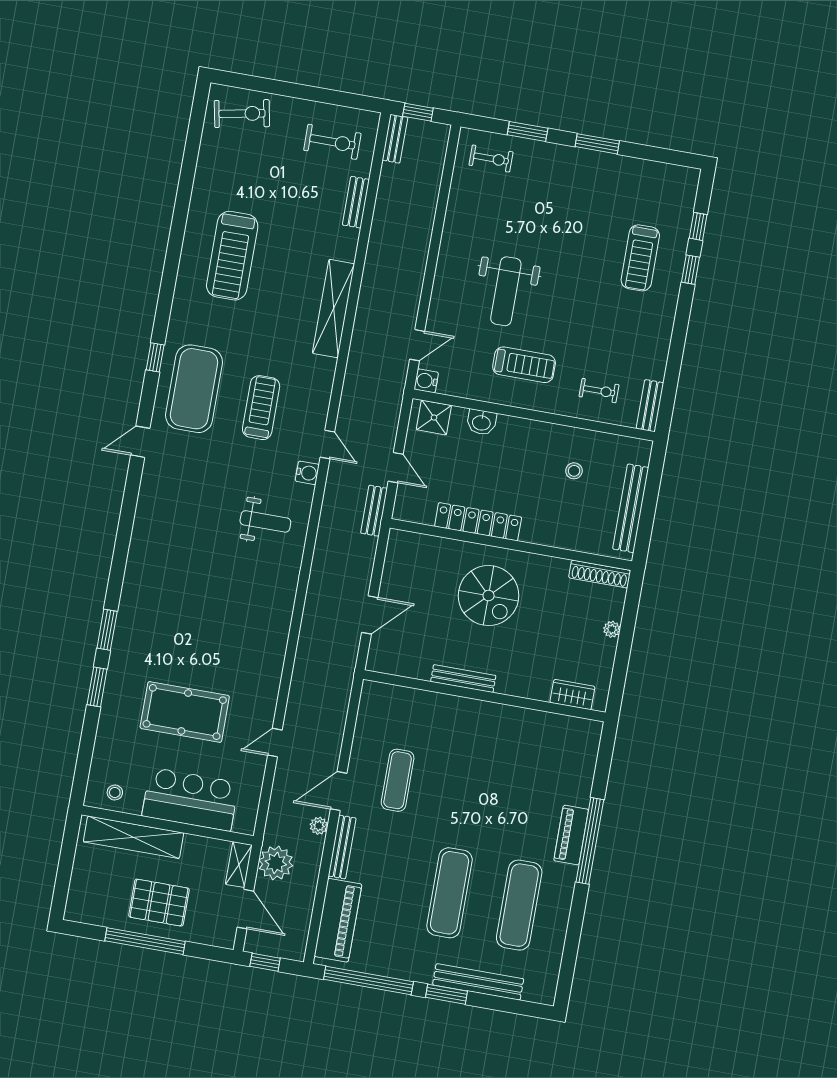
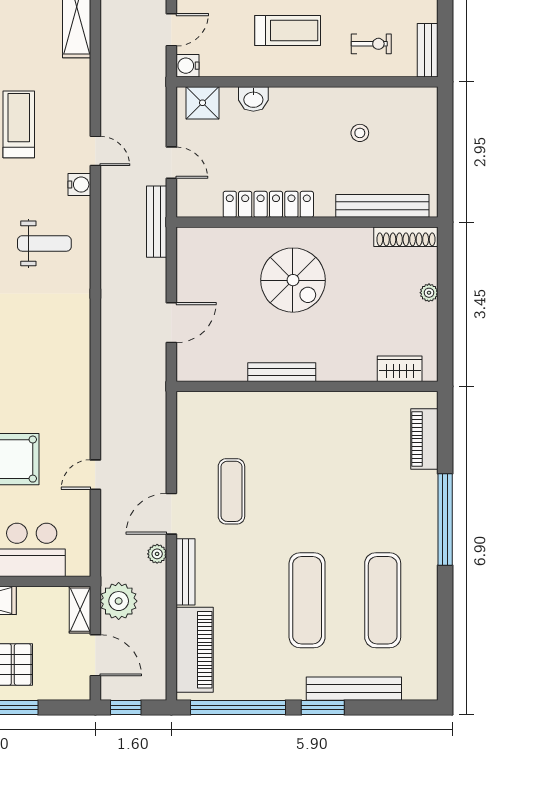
bench: (631, 508) -> (382, 206), moved, turned 90
bench: (374, 511) -> (157, 222), width x1.36
piano: (571, 835) -> (424, 439), moved

